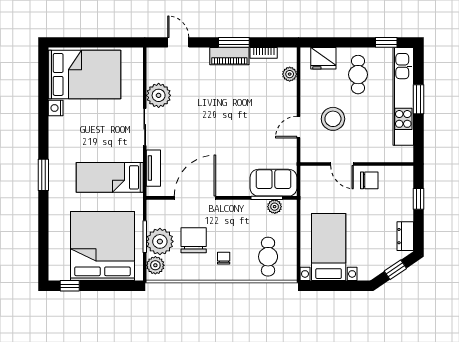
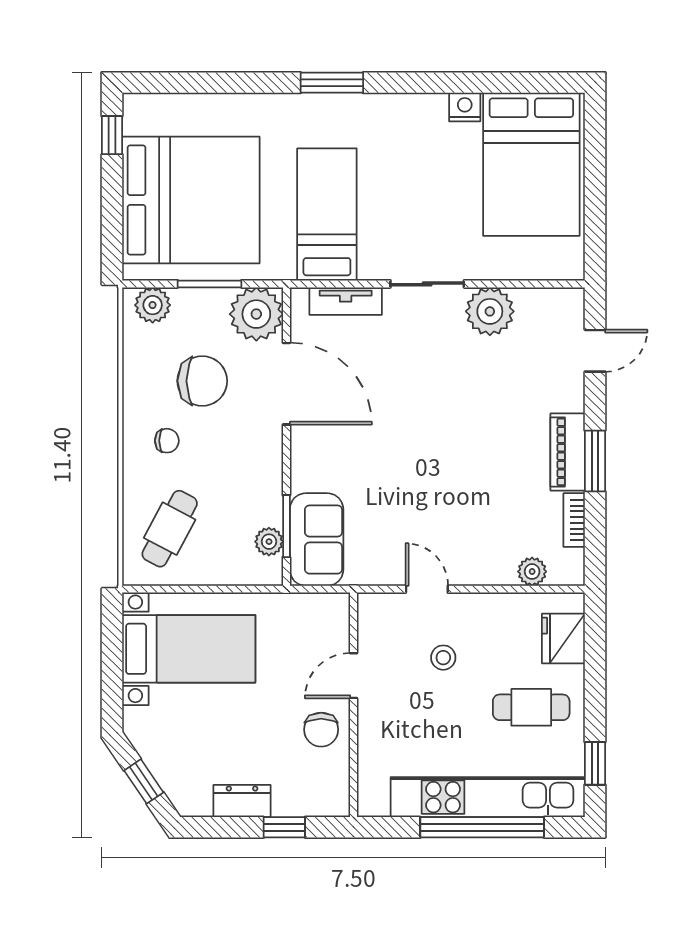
window: (418, 99) -> (482, 827), width x2.11
stool: (333, 119) -> (443, 658), width x0.53, depth x0.53
dresser: (405, 236) -> (242, 801), moved
plant: (160, 241) -> (256, 314), moved
cafe table: (268, 257) -> (170, 529), turned -62

